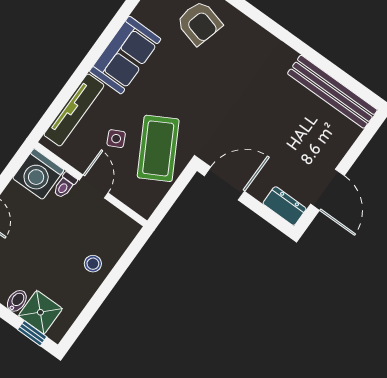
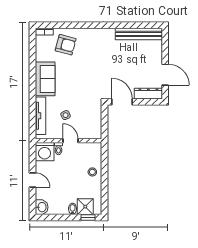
coffee table: (158, 148) -> (85, 107), removed
door: (225, 184) -> (122, 102), hinge flipped
dresser: (285, 206) -> (148, 94), width x1.44

